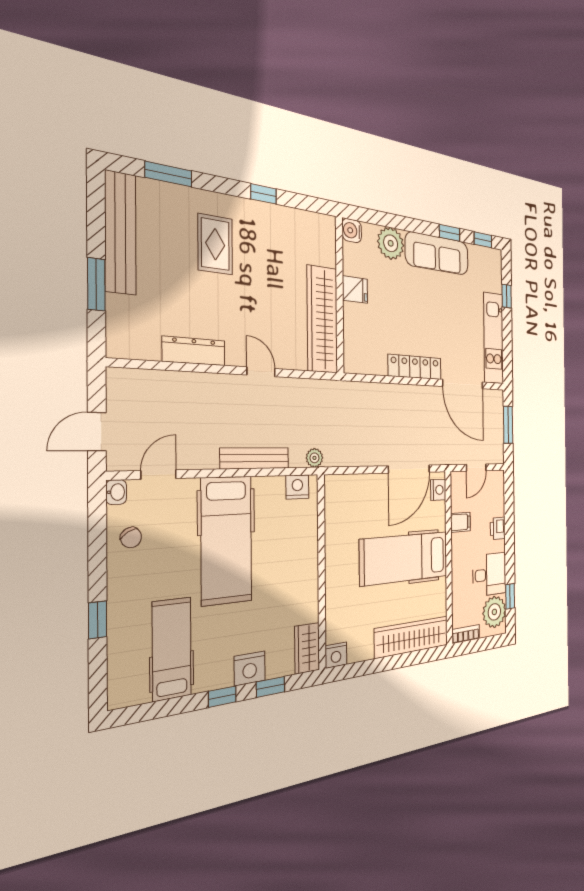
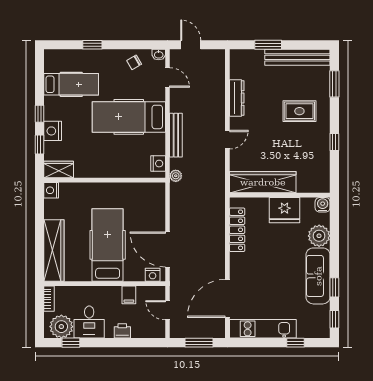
fridge: (355, 290) -> (284, 210), width x1.88, depth x1.34
locker: (415, 367) -> (237, 230), moved

